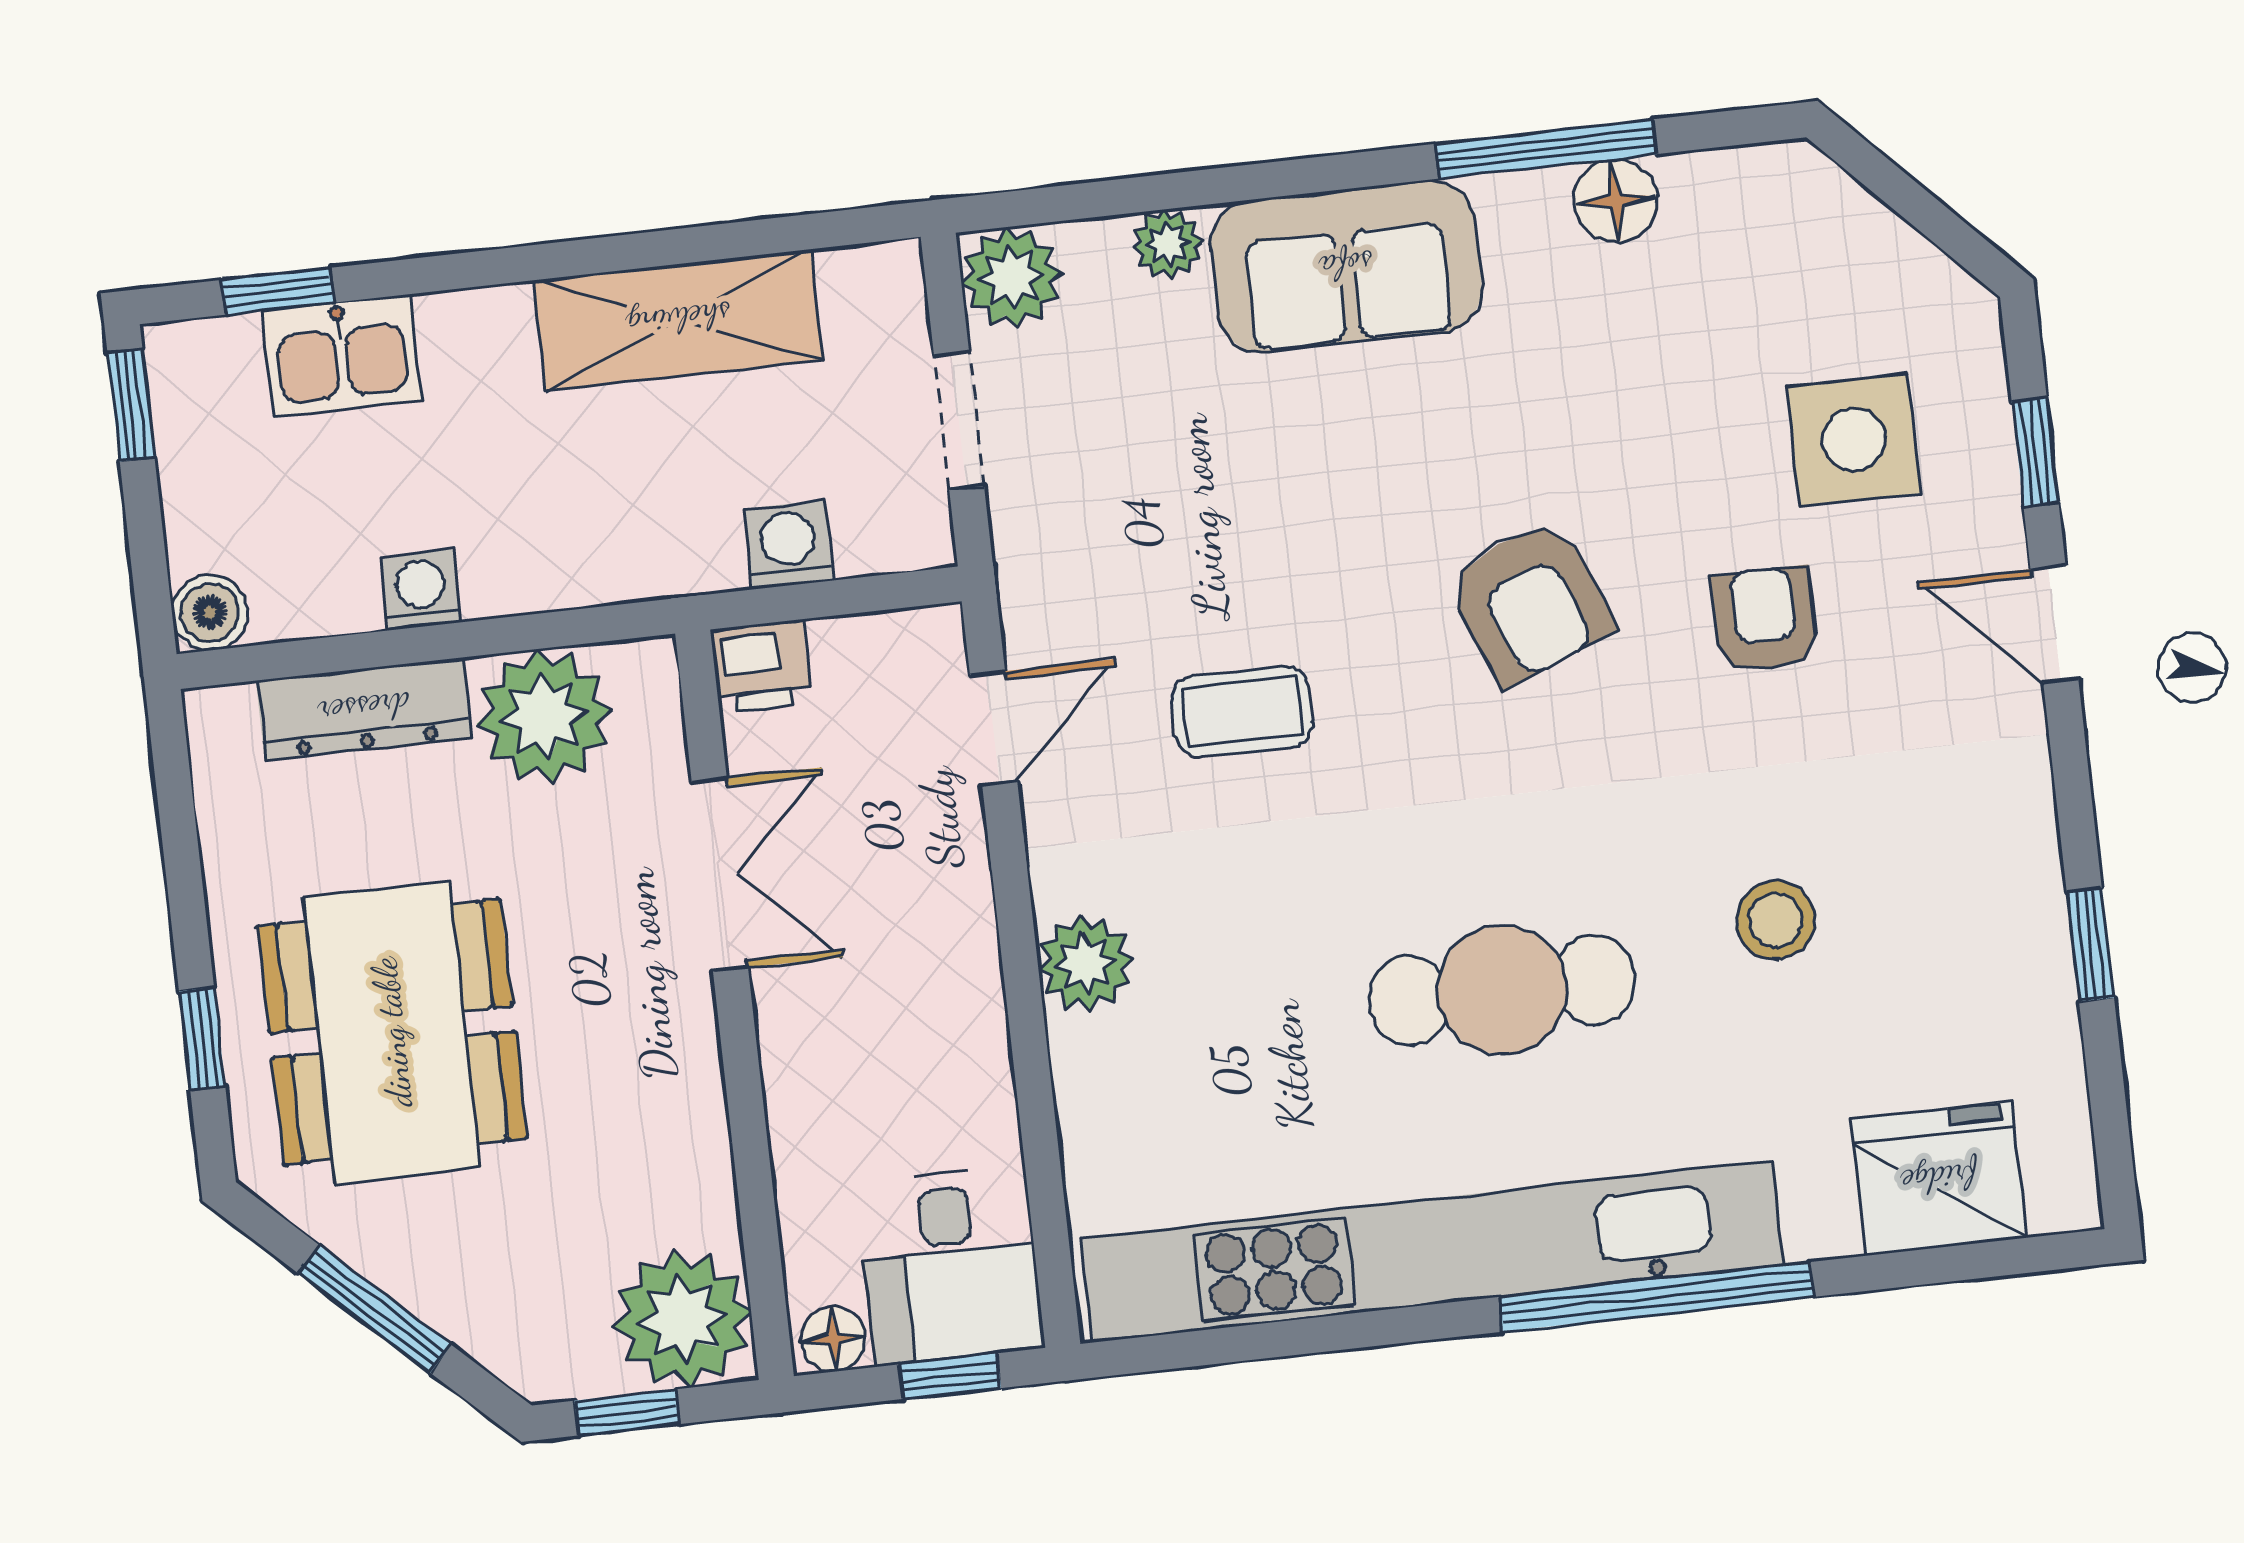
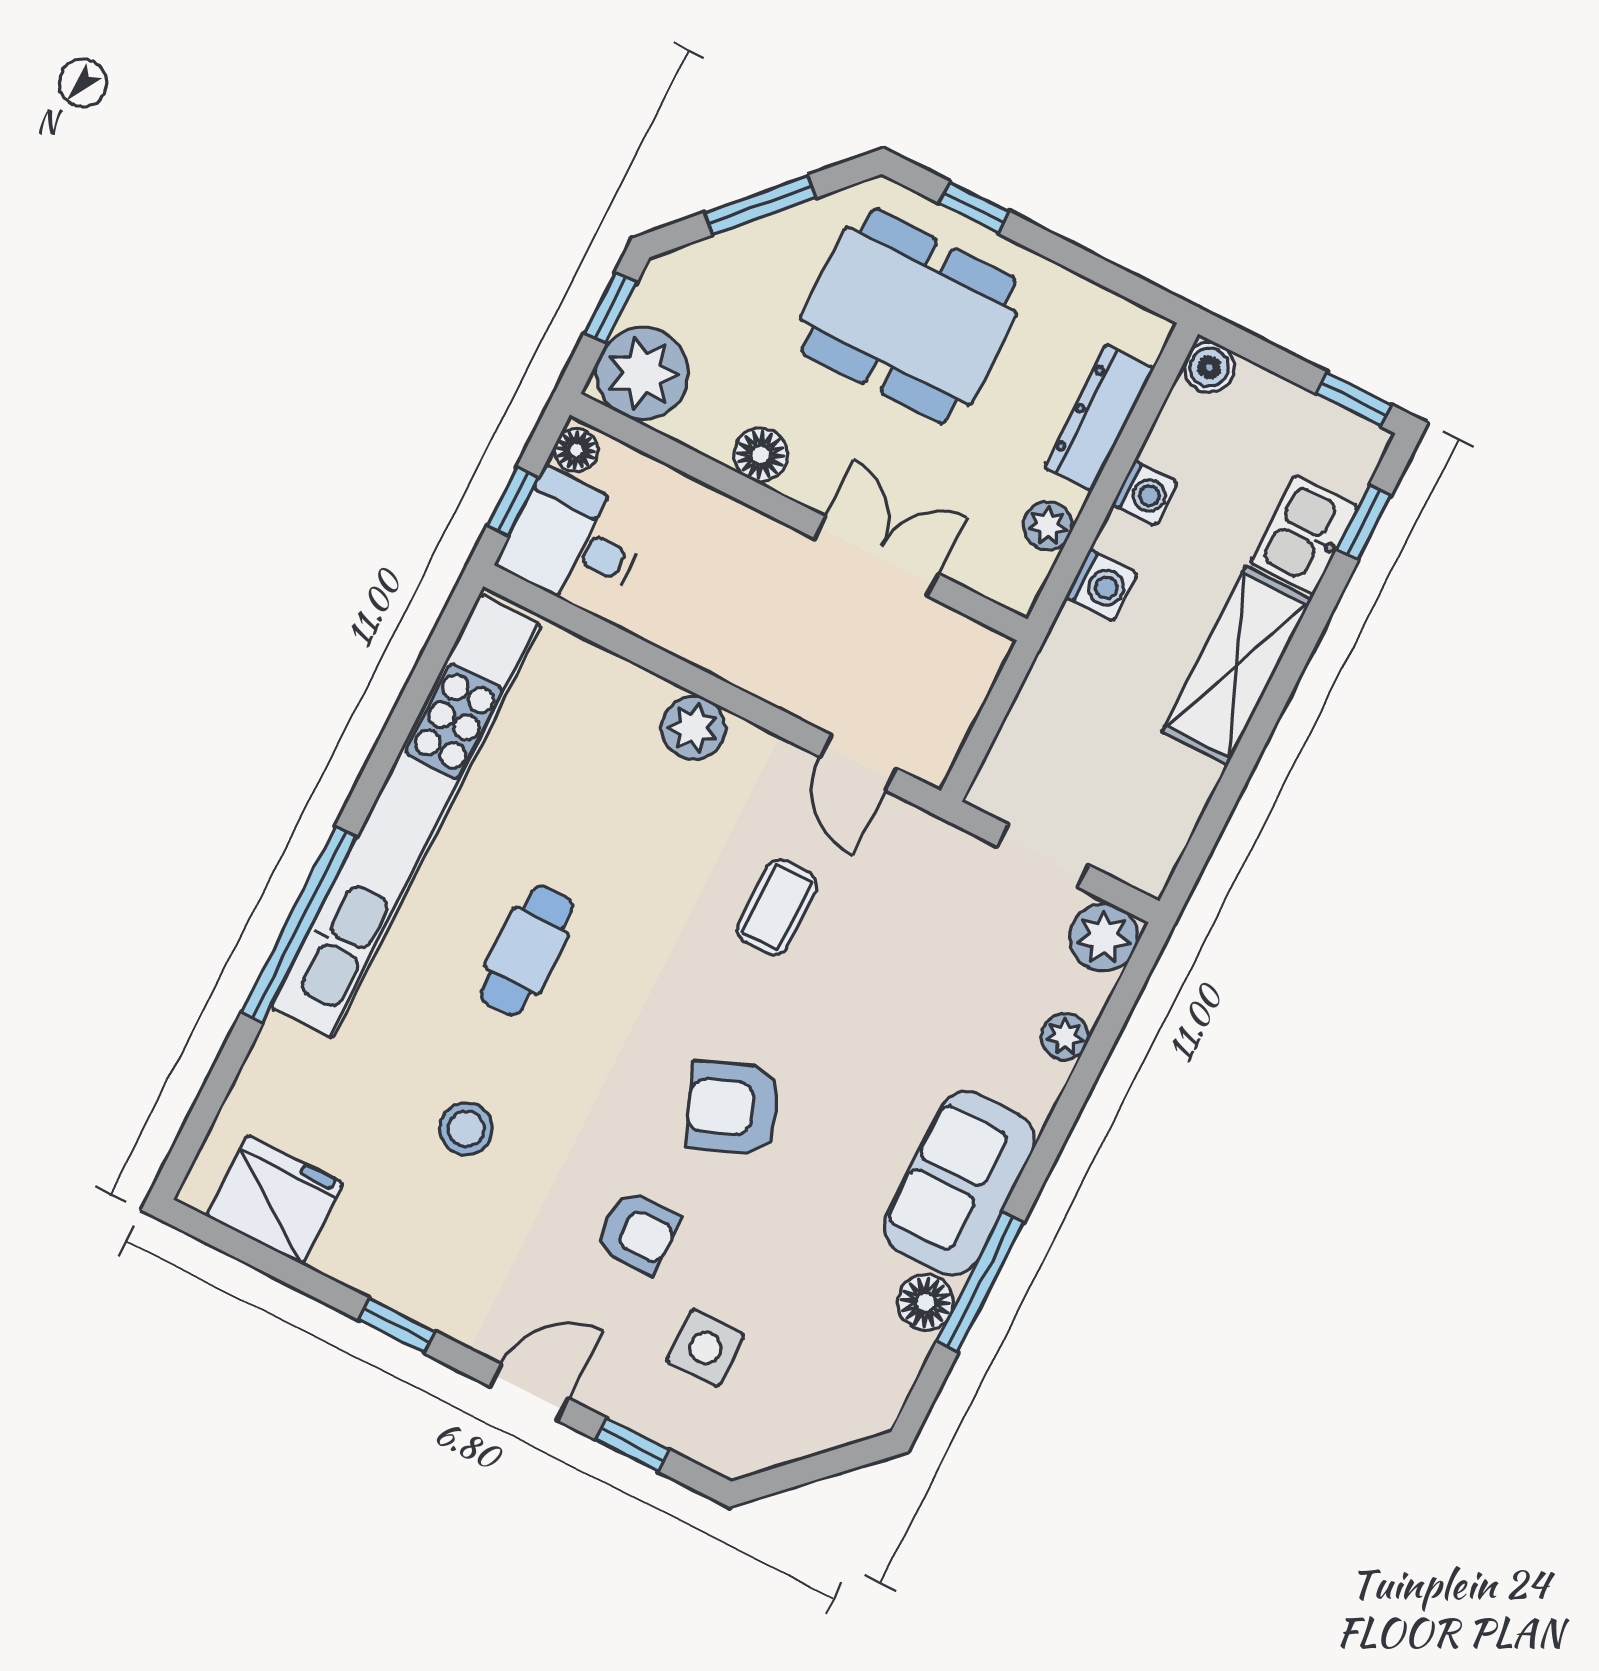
sofa: (1346, 266) -> (959, 1184), moved
shelving: (678, 320) -> (1237, 666), moved
side table: (1854, 440) -> (705, 1348), width x0.73, depth x0.73
washing machine: (788, 545) -> (1101, 585), moved
printer: (761, 666) -> (978, 655), removed
plant: (544, 717) -> (1048, 526), width x0.53, depth x0.53
double door: (720, 875) -> (877, 556), swing flipped
window: (2090, 945) -> (397, 1326), moved
cafe table: (1502, 990) -> (527, 951), width x0.73, depth x0.74
floor lamp: (688, 1104) -> (761, 455), added
fridge: (1939, 1179) -> (275, 1200), moved, turned -90

